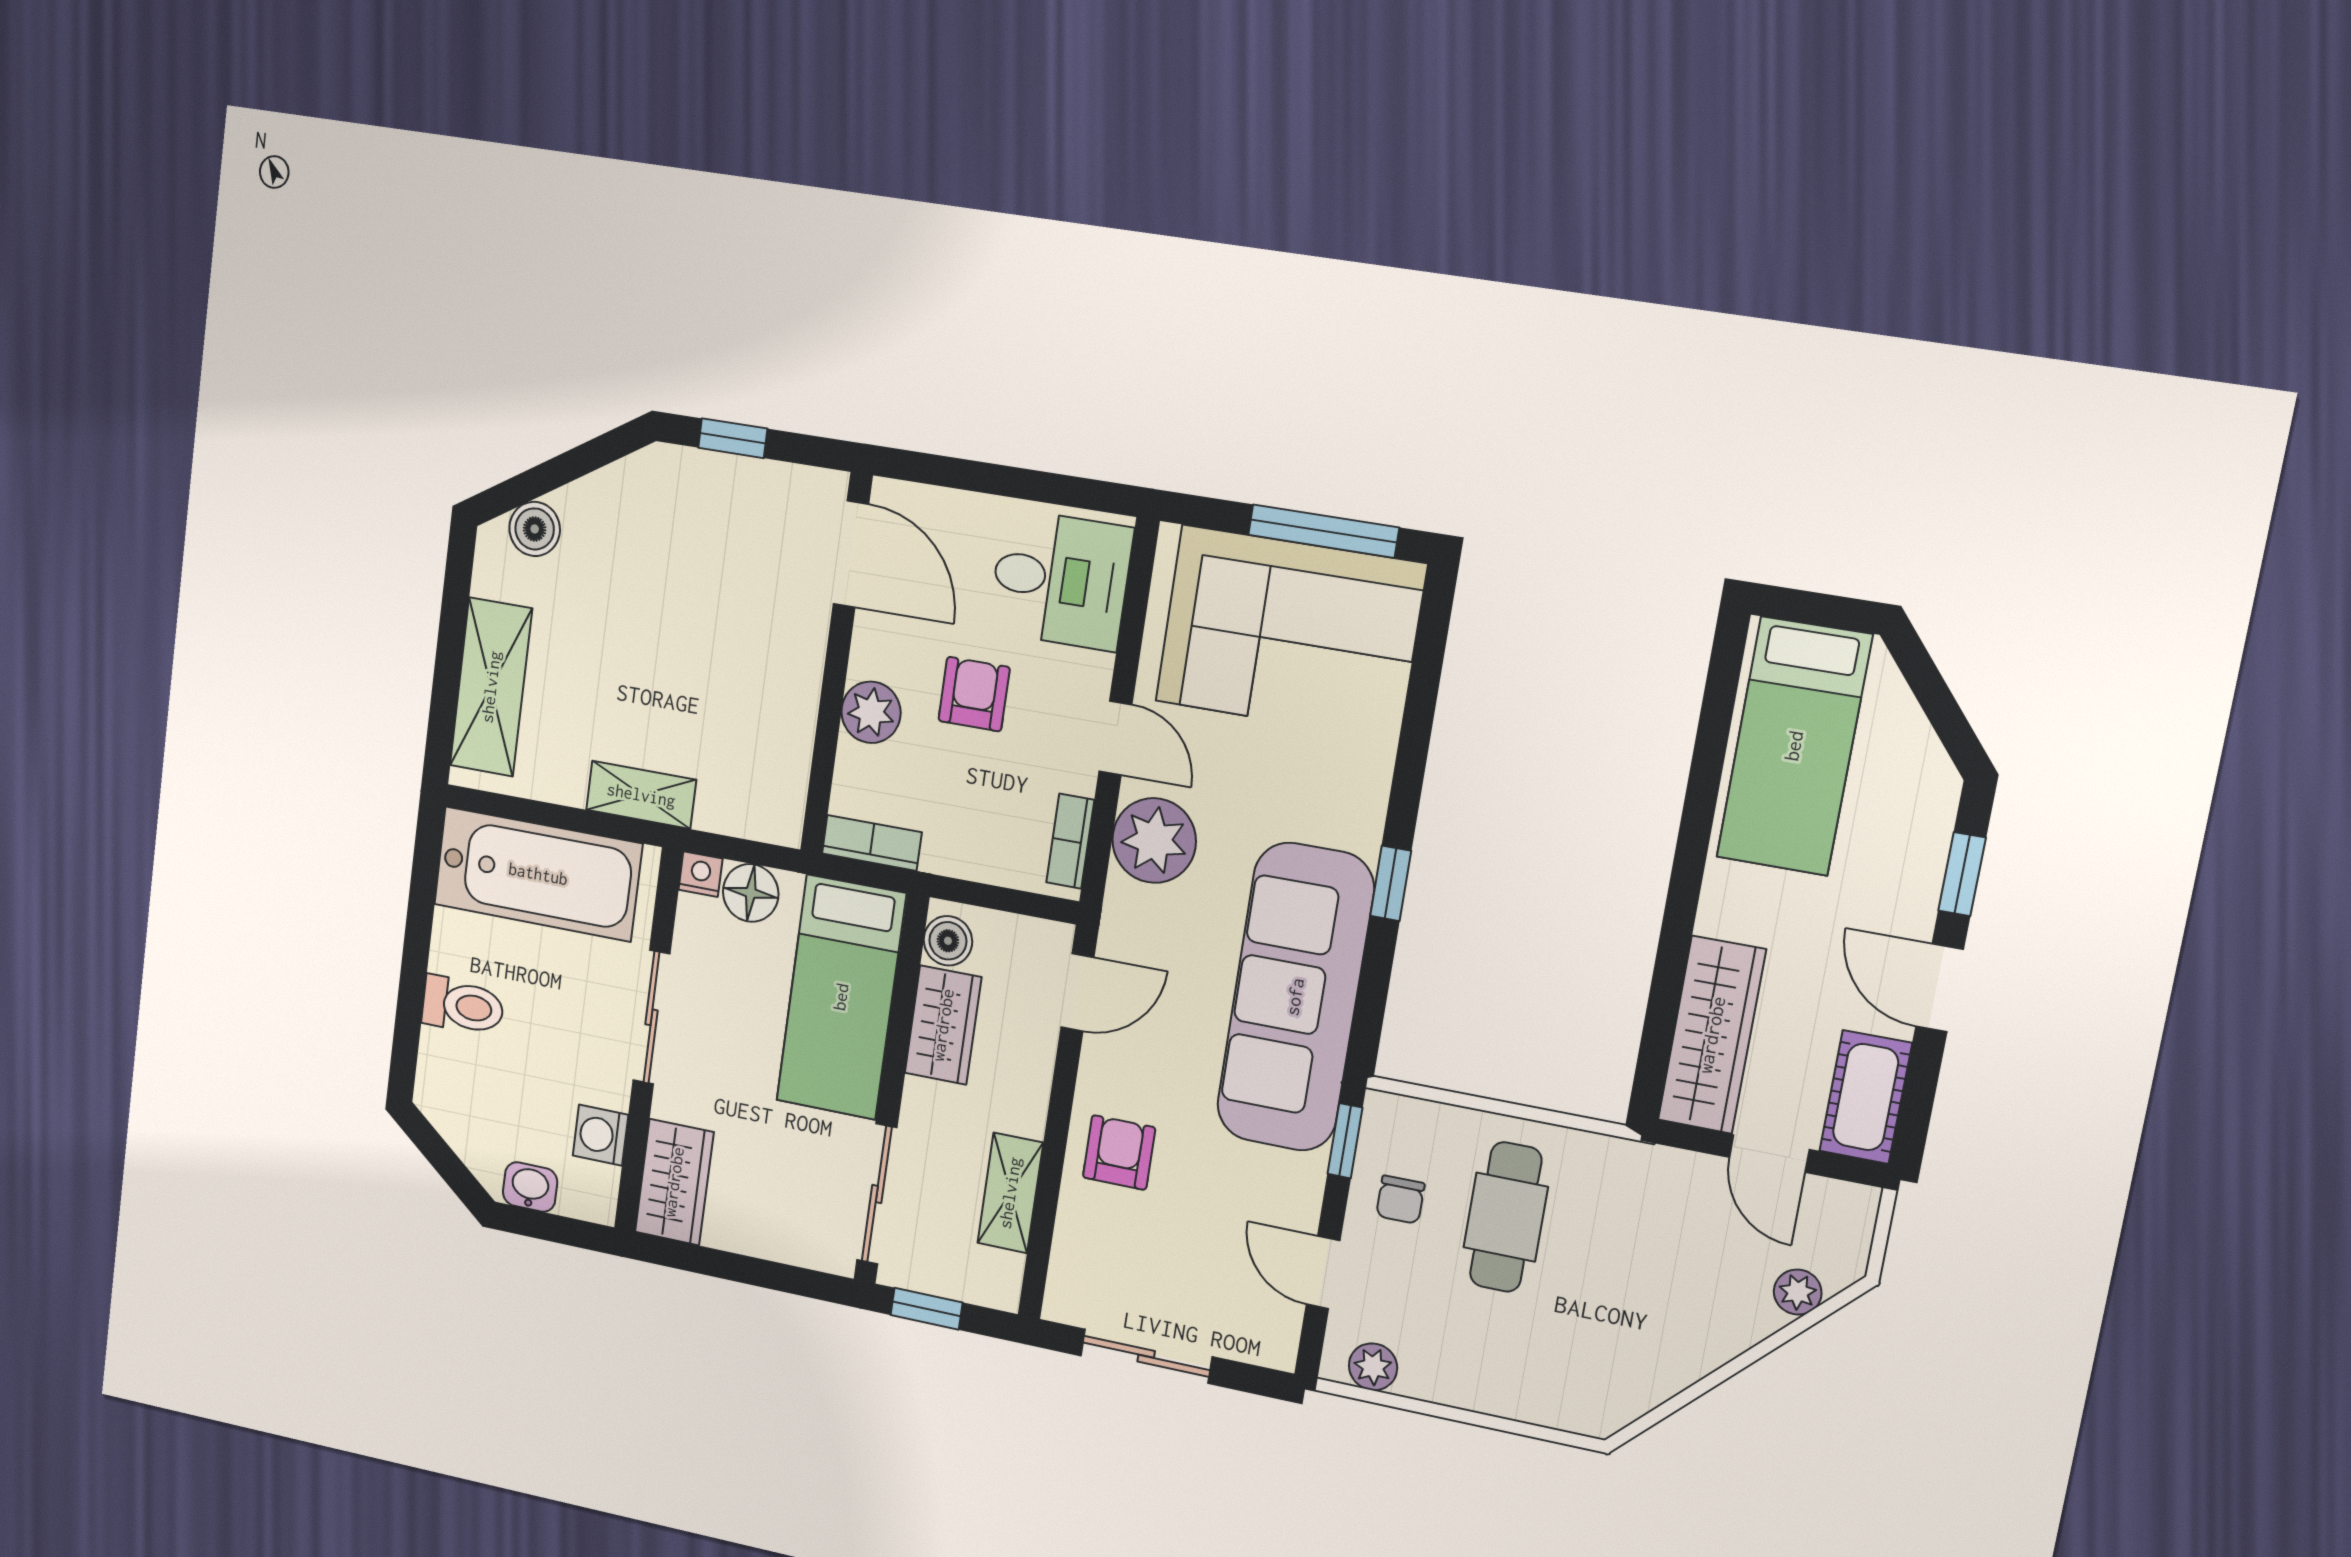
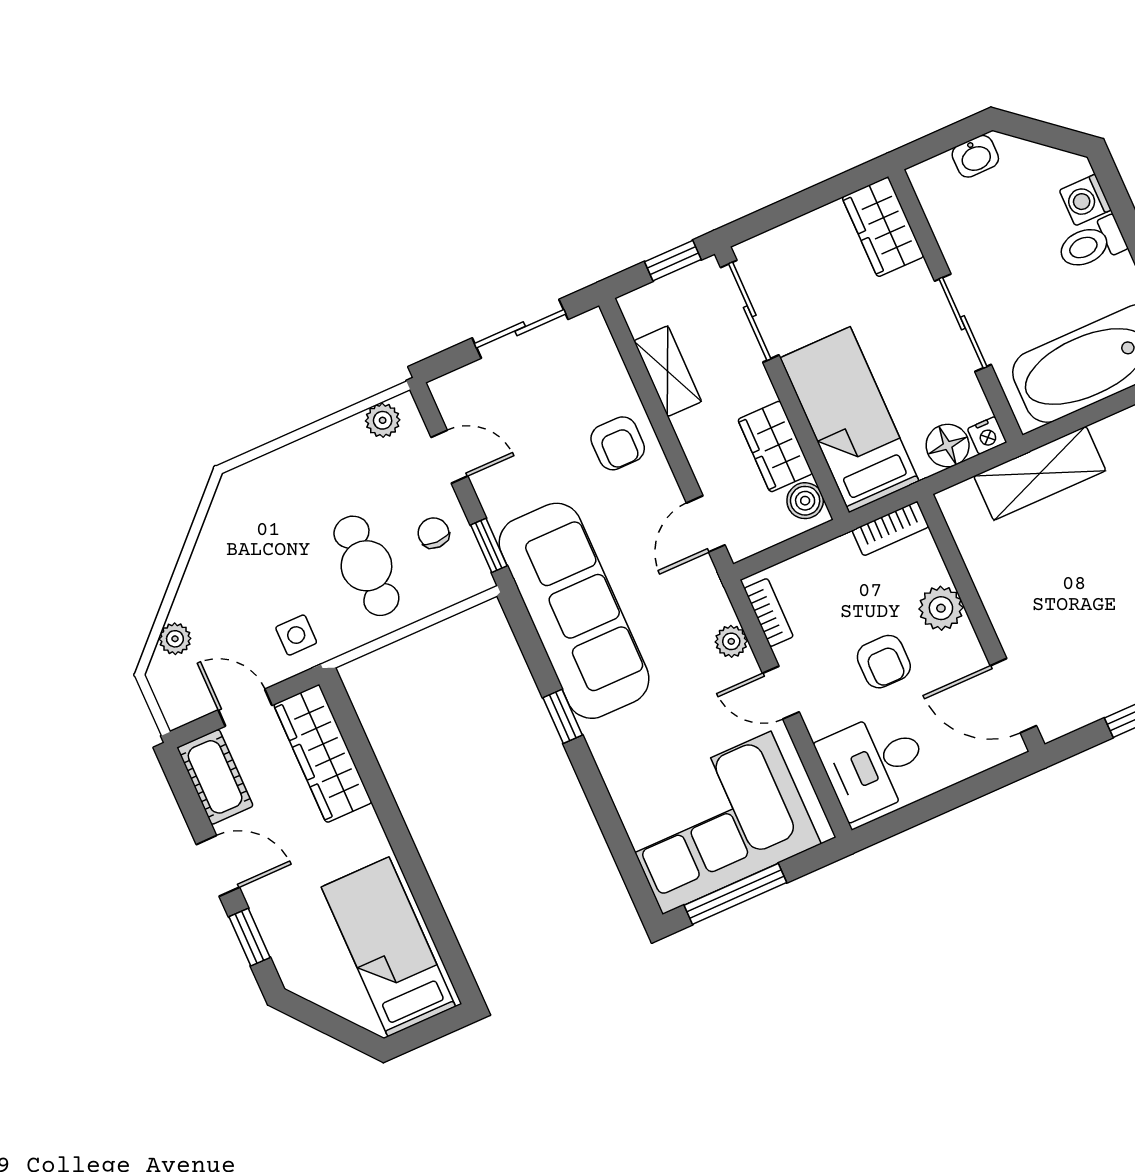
shelving: (641, 795) -> (1040, 473), width x1.50, depth x1.33
plant: (1154, 840) -> (731, 641), width x0.53, depth x0.53
washing machine: (600, 1135) -> (1085, 200), moved, turned 180
side table: (1646, 1196) -> (296, 635), added

